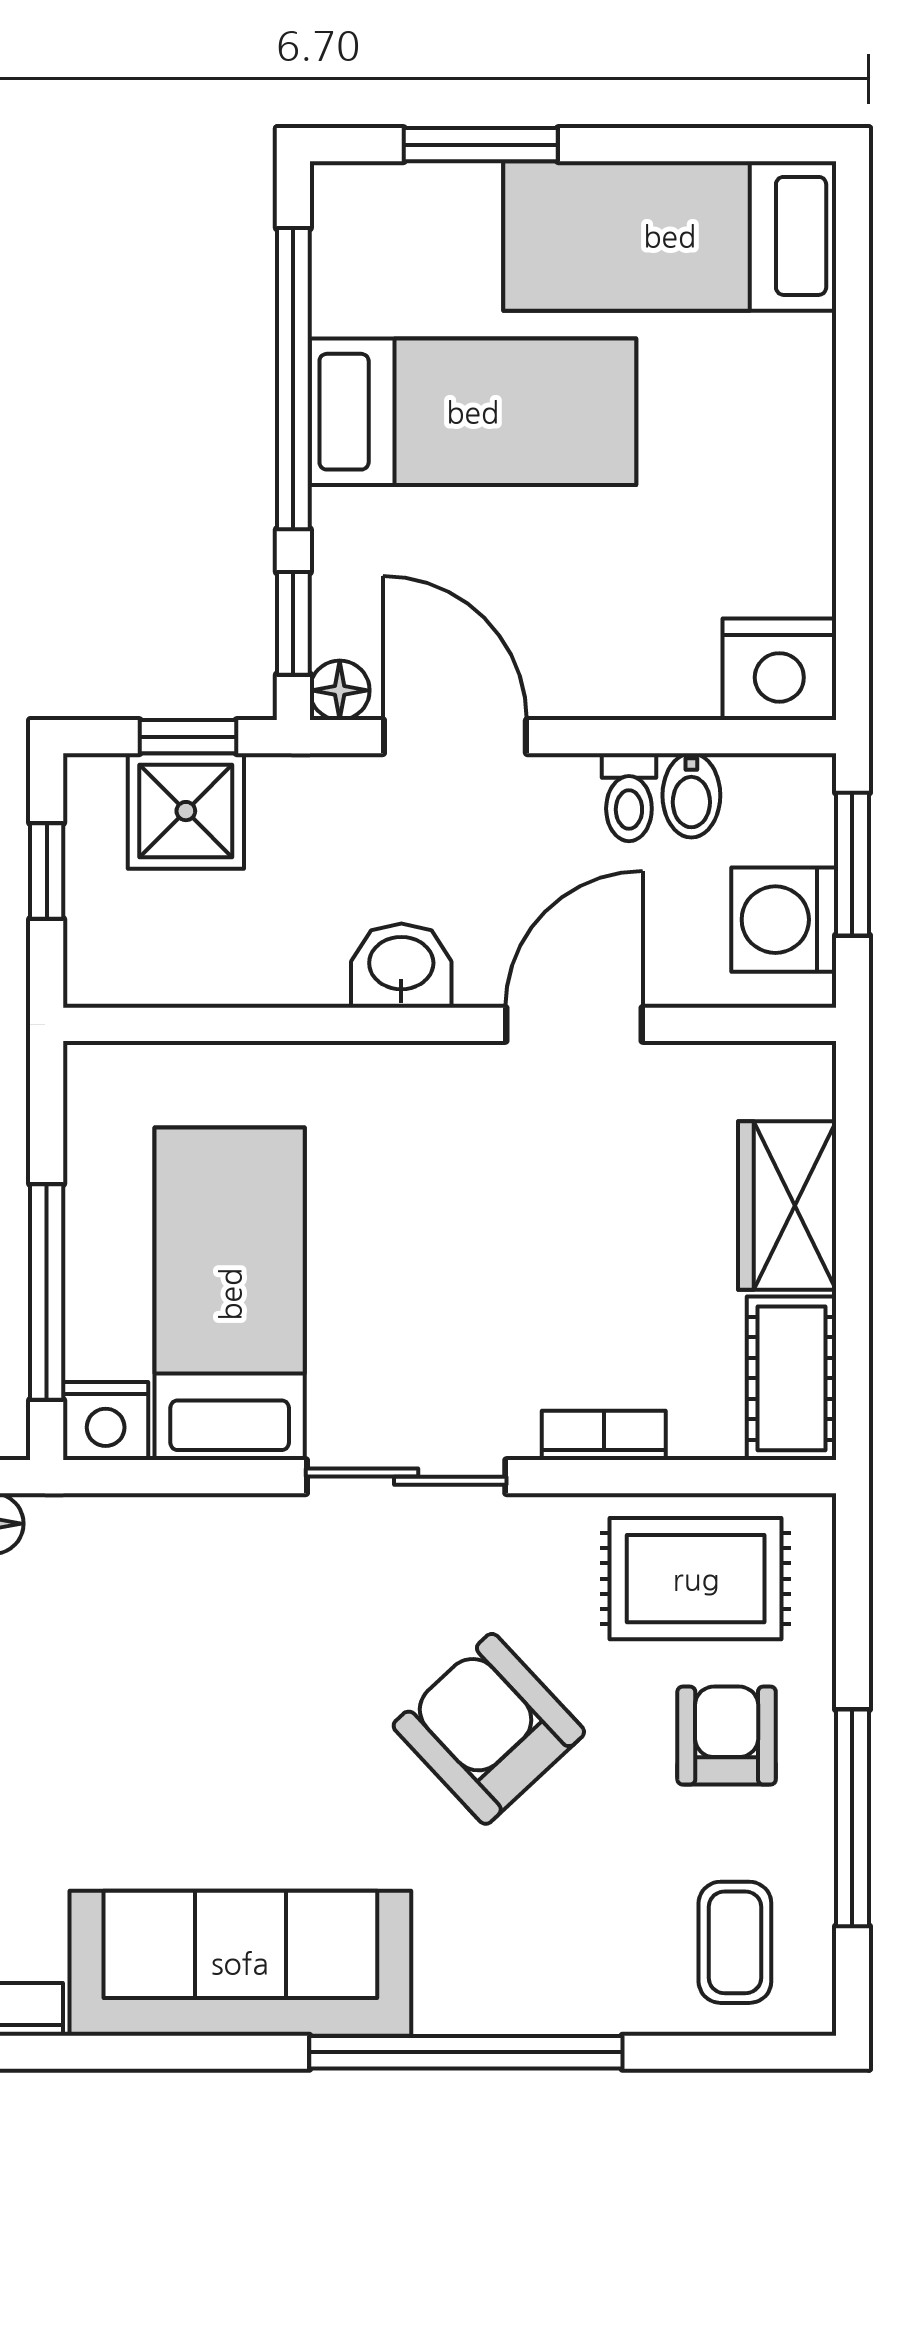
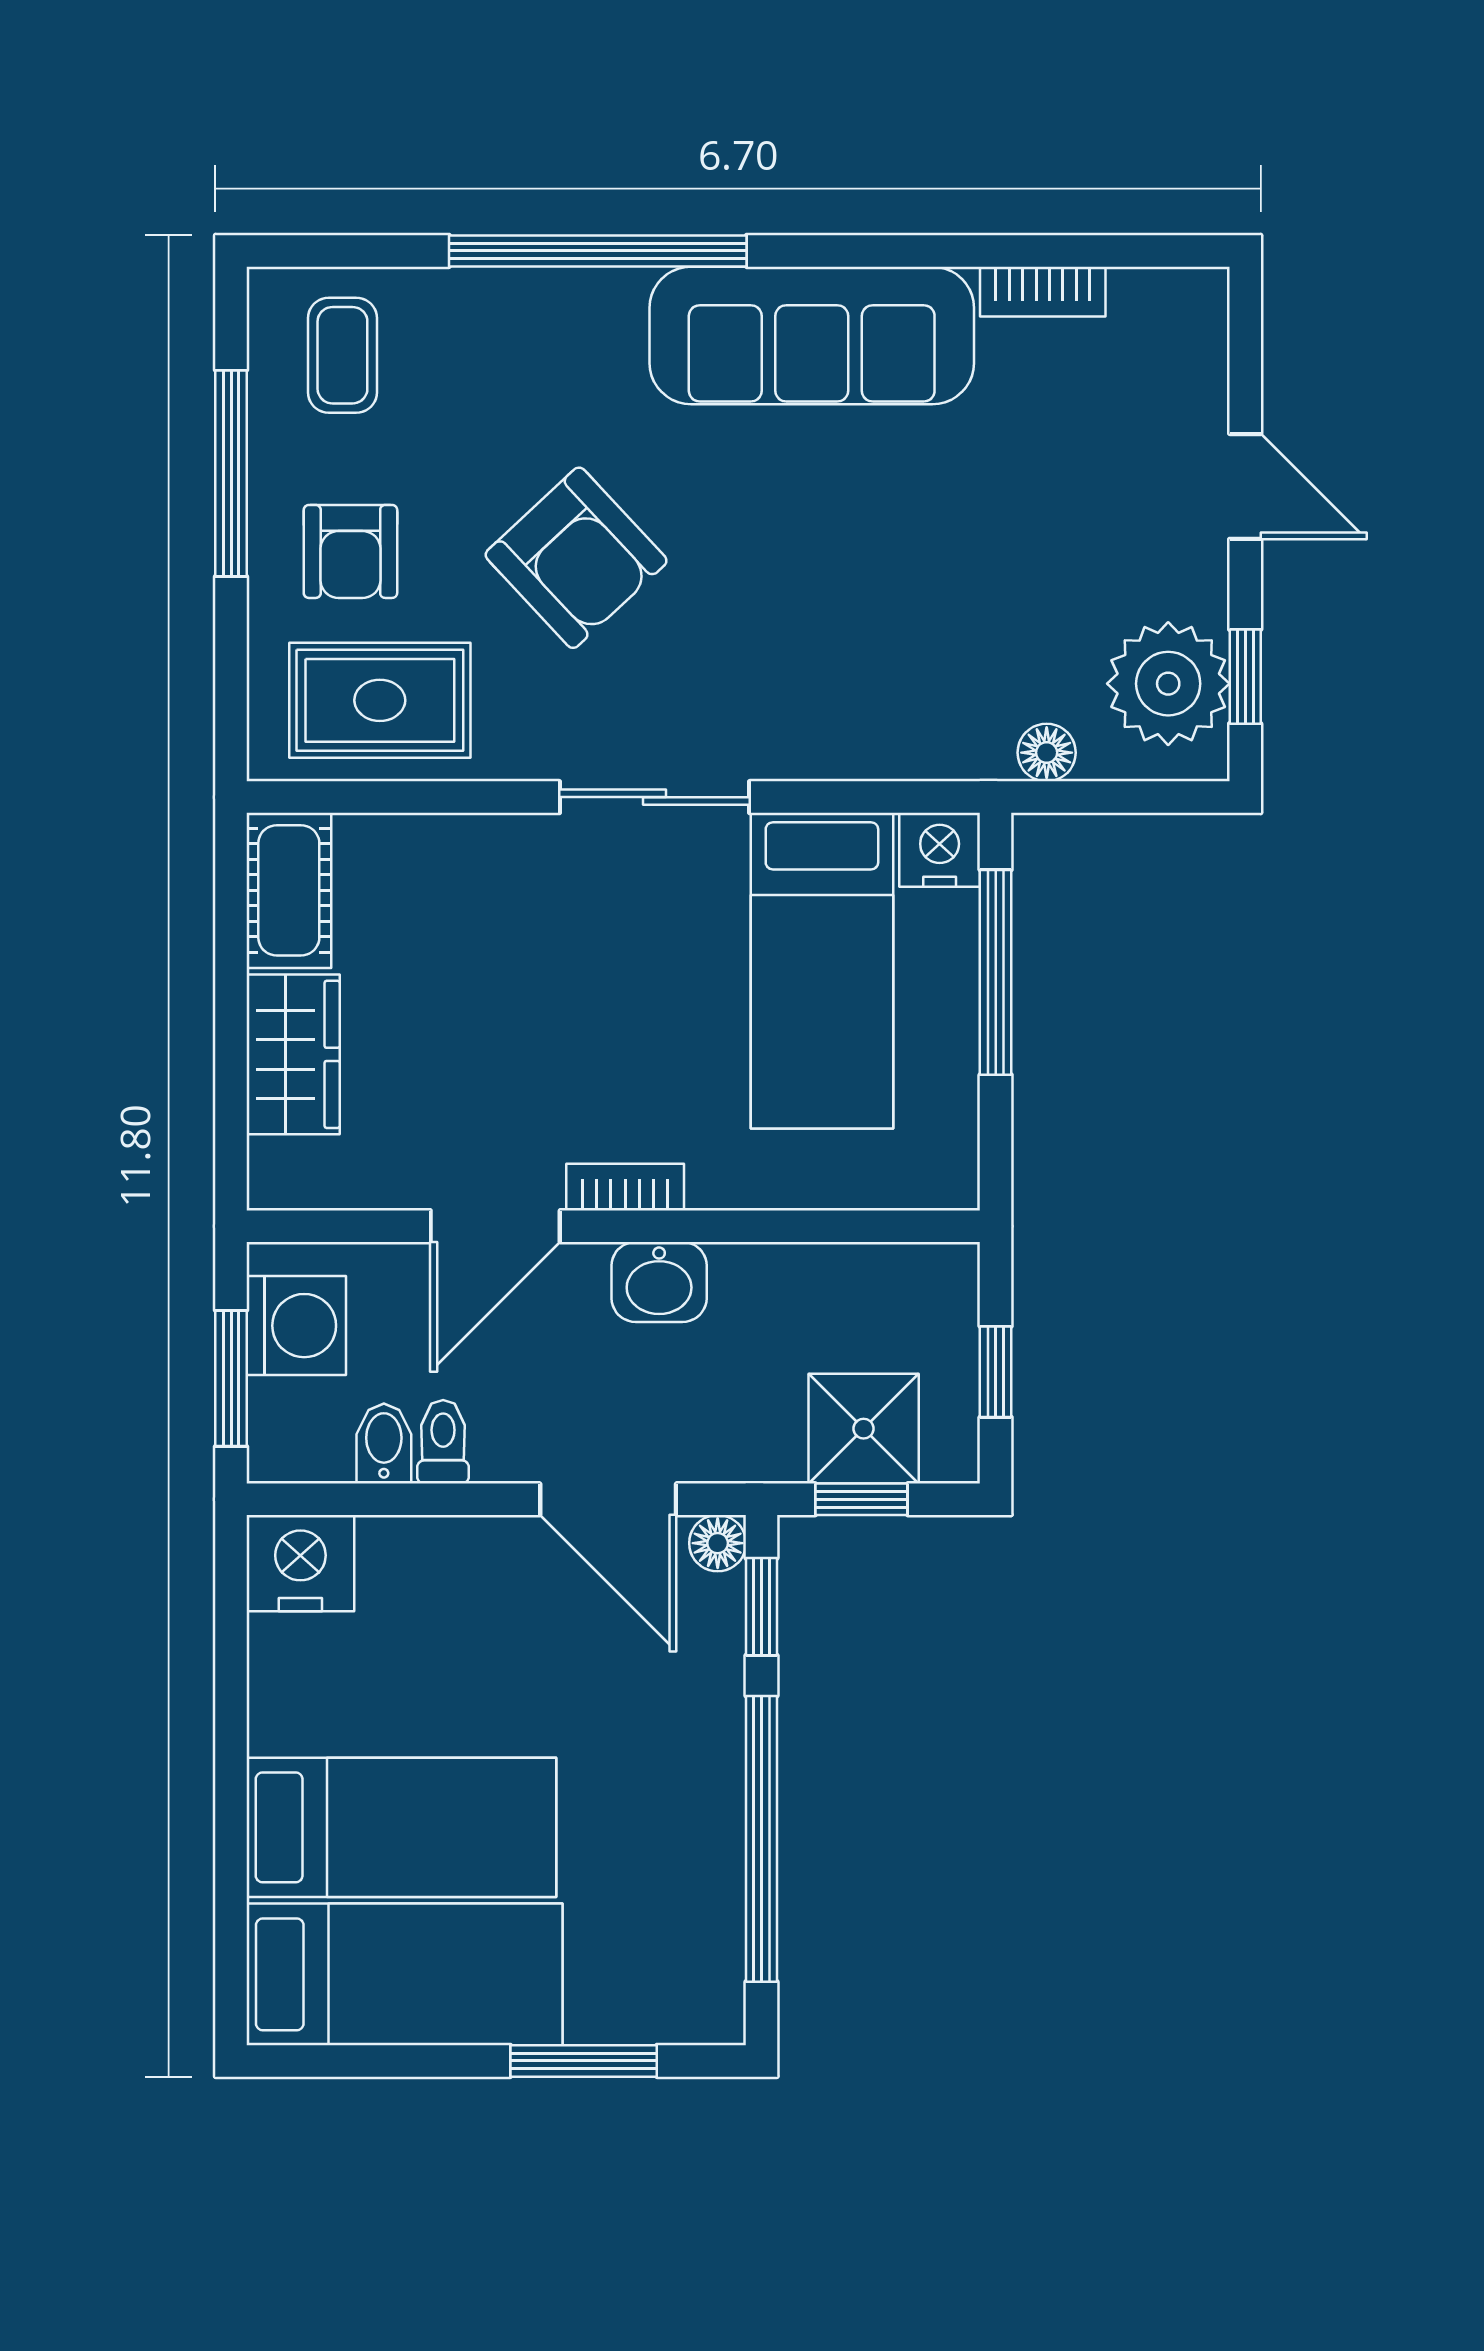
bed: (473, 412) -> (401, 1827), moved, turned 180
bookcase: (604, 1435) -> (625, 1187), moved, turned 180

